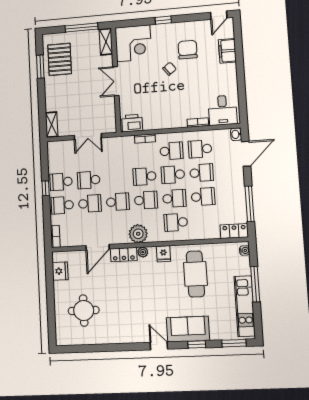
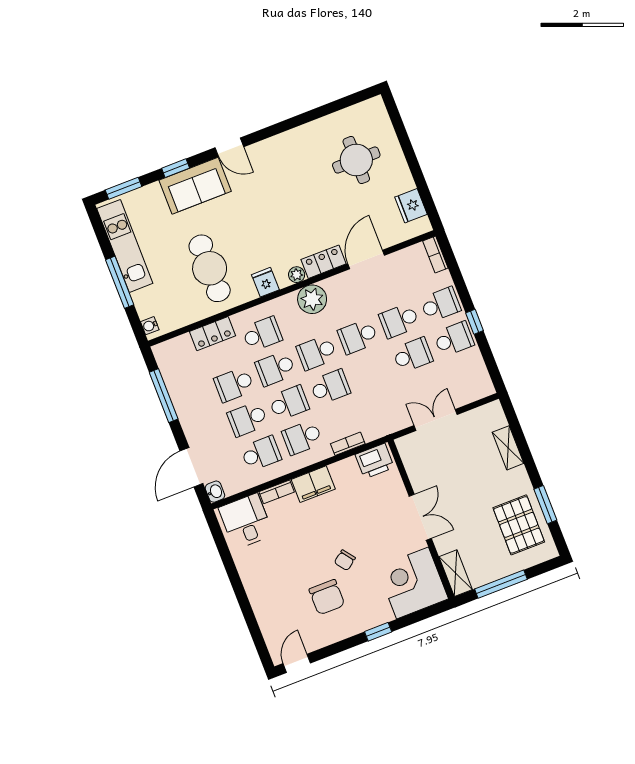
filing cabinet: (227, 51) -> (313, 484), moved, turned 90
shelving: (52, 125) -> (508, 448), moved
locker: (234, 231) -> (213, 334), moved

